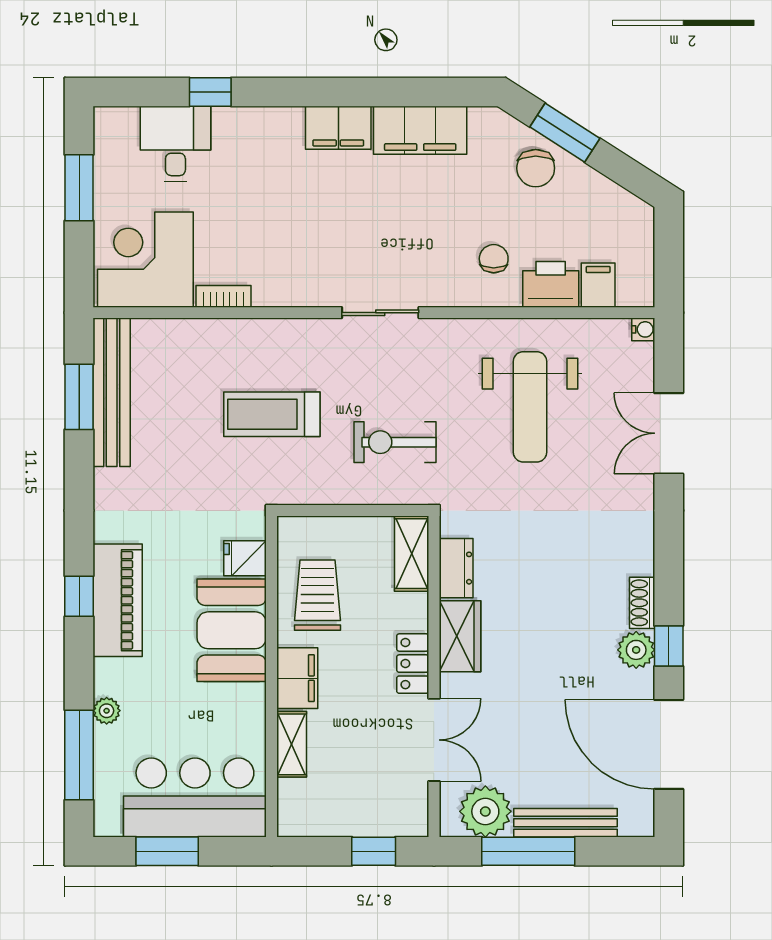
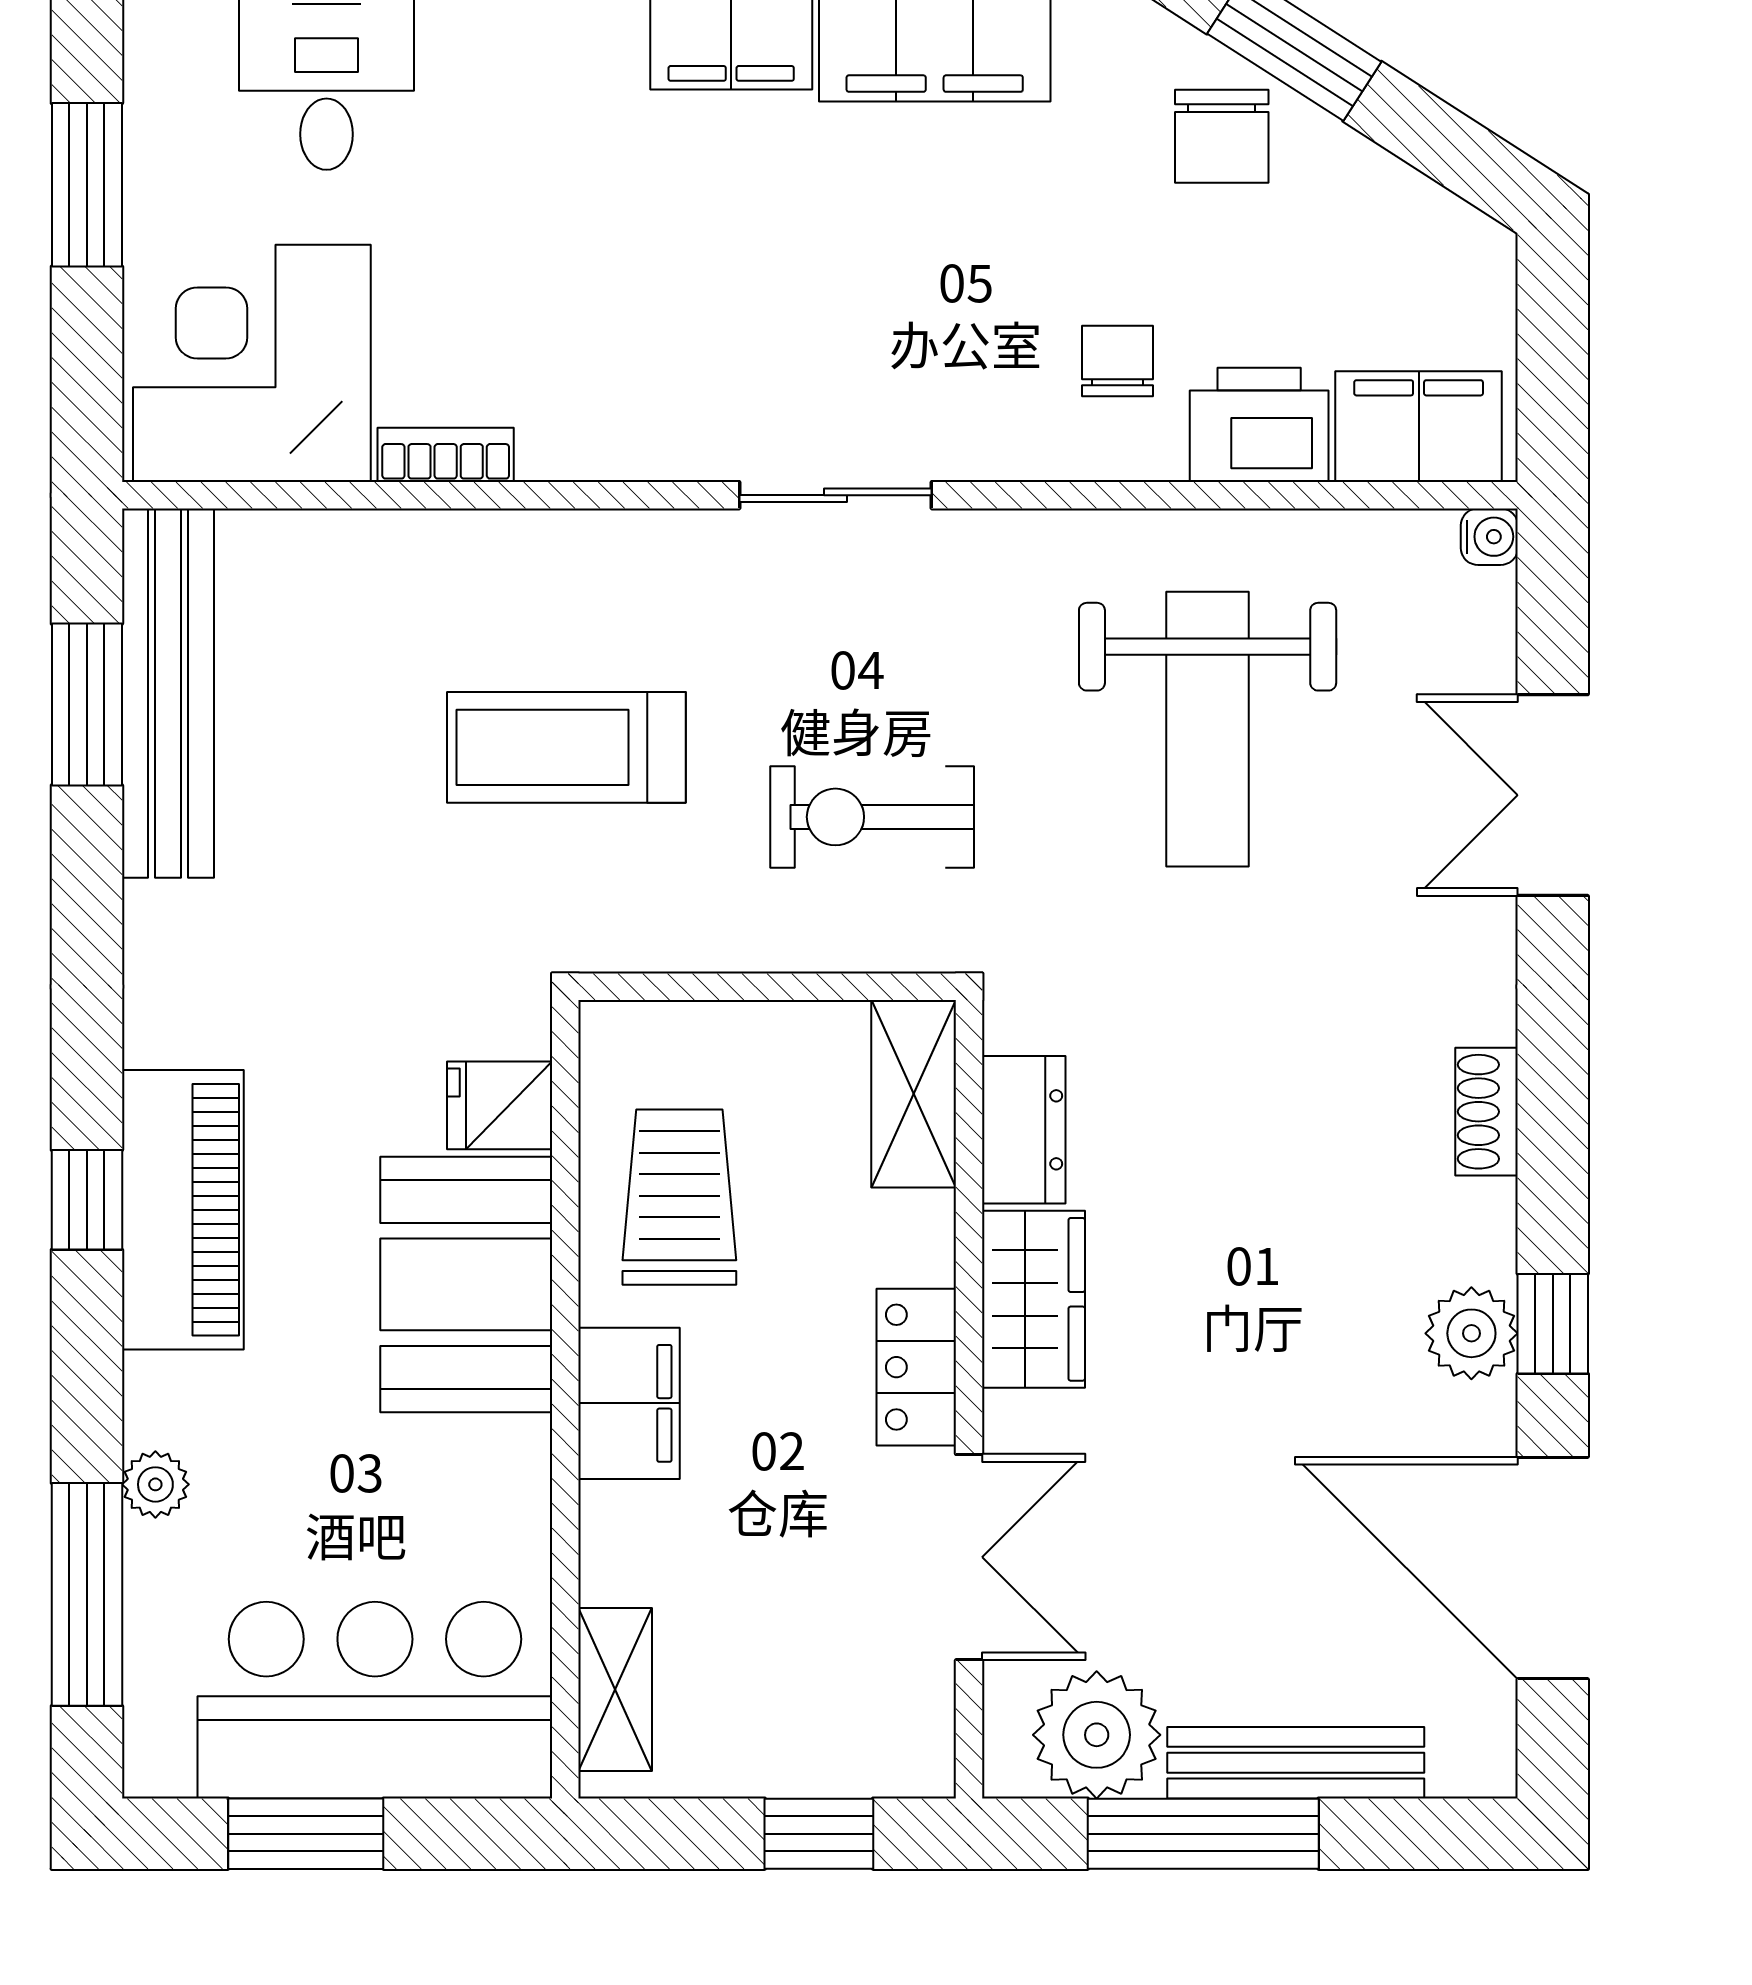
filing cabinet: (598, 285) -> (1419, 427), width x2.00
shoe rack: (642, 603) -> (1487, 1112), moved
shelving: (292, 744) -> (615, 1689), moved

